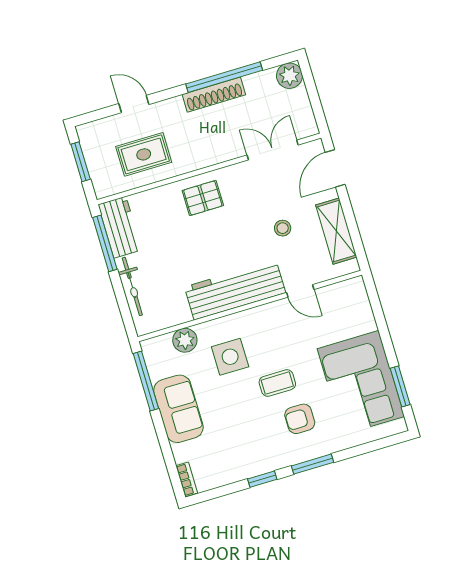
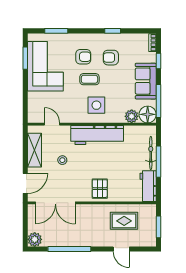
shoe rack: (214, 95) -> (78, 241), removed
double door: (273, 150) -> (55, 203), width x1.37
pallet: (203, 198) -> (100, 189), turned 90
window: (105, 243) -> (159, 162), moved
door: (300, 291) -> (52, 124), moved
floor lamp: (158, 352) -> (148, 114), added
side table: (230, 357) -> (96, 105), moved
armchair: (251, 432) -> (111, 58), added
window: (167, 450) -> (159, 61), added
window: (312, 464) -> (56, 31), moved

